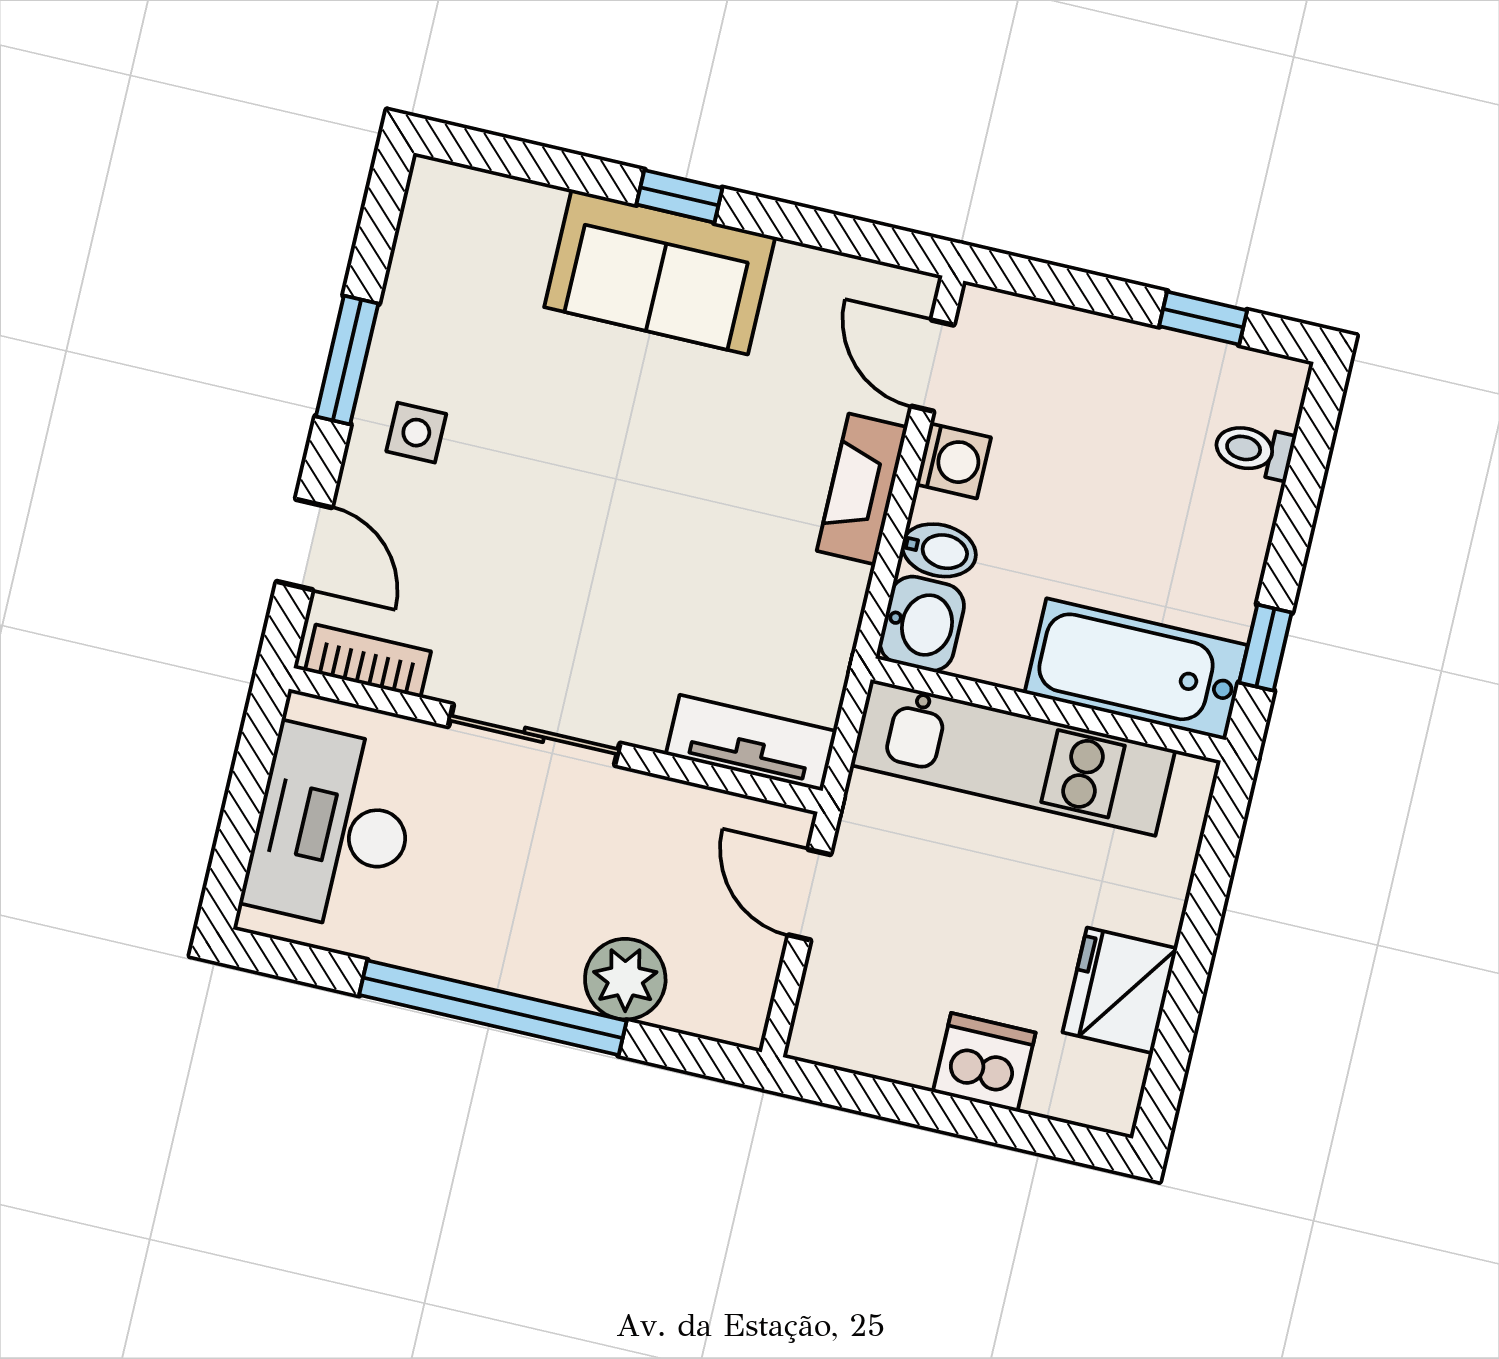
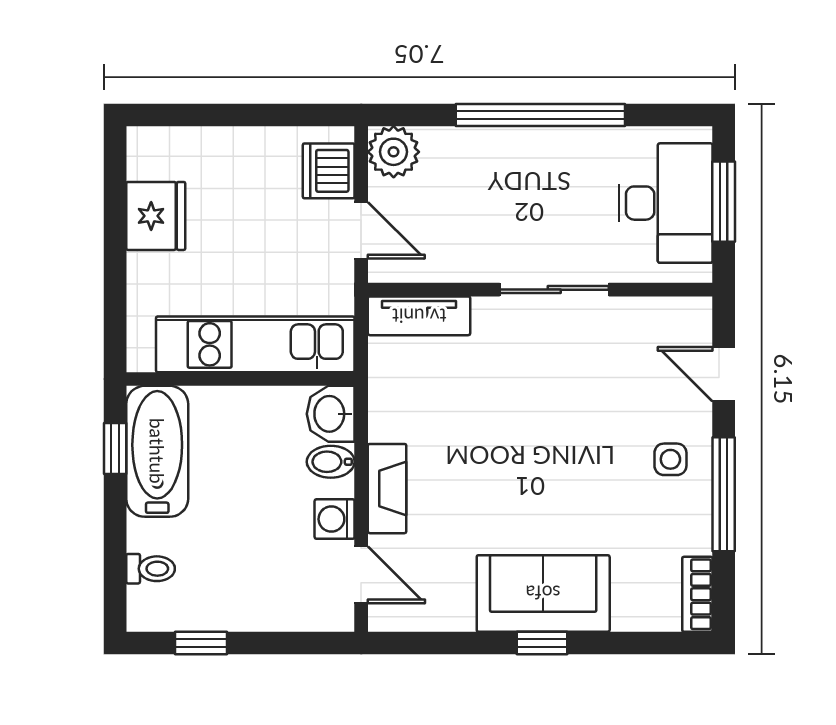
window: (347, 360) -> (724, 494), width x1.44
bookcase: (368, 661) -> (697, 594), moved, turned 90
bathtub: (1136, 669) -> (157, 451), moved, turned -90
window: (242, 809) -> (724, 202), added
plant: (625, 979) -> (394, 152), moved
dishwasher: (984, 1062) -> (329, 171), moved, turned 90

